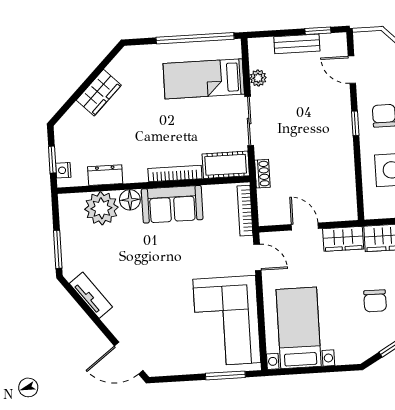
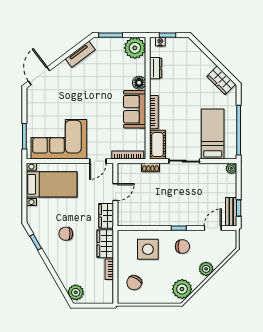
bench: (297, 44) -> (231, 212), moved
plant: (258, 78) -> (231, 168), moved
wardrobe: (99, 93) -> (221, 80), moved
plant: (101, 208) -> (135, 48), moved

